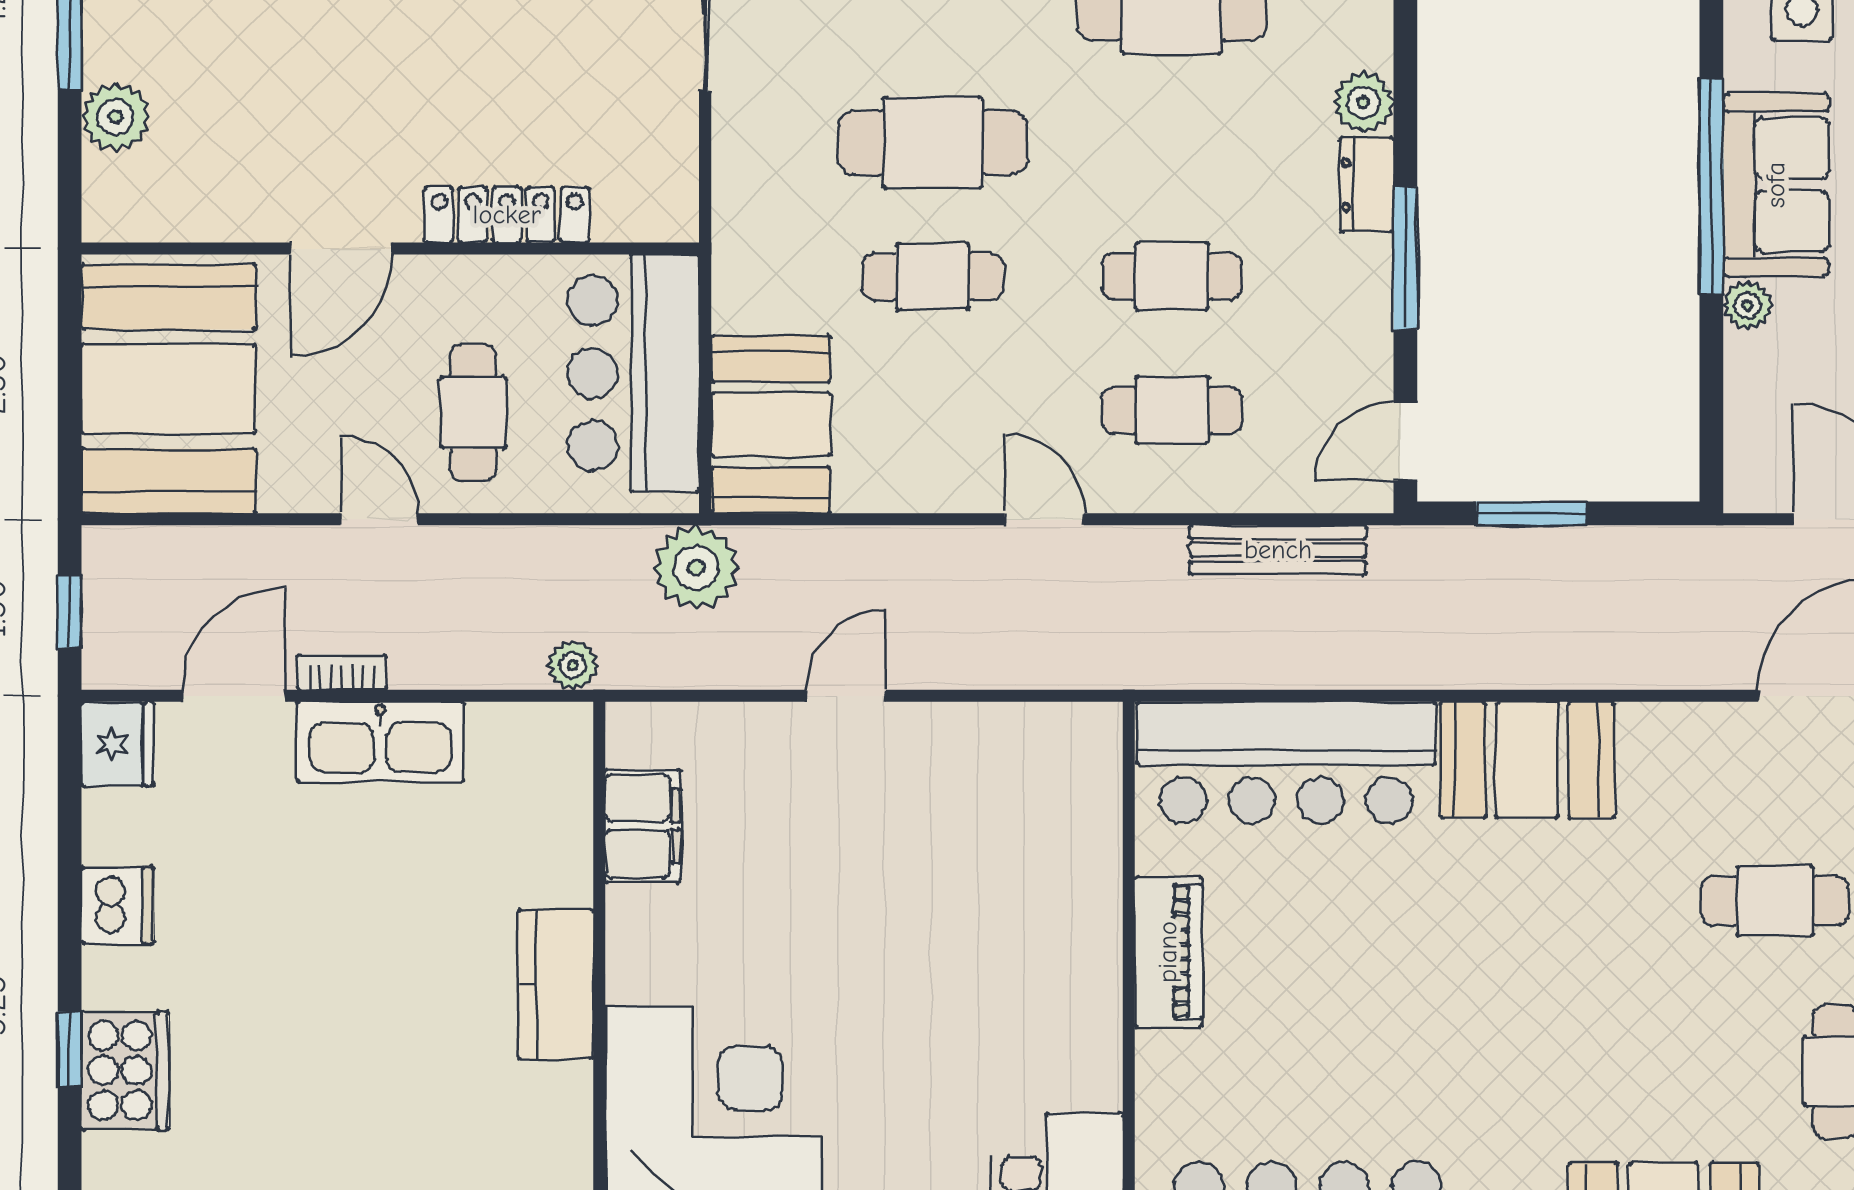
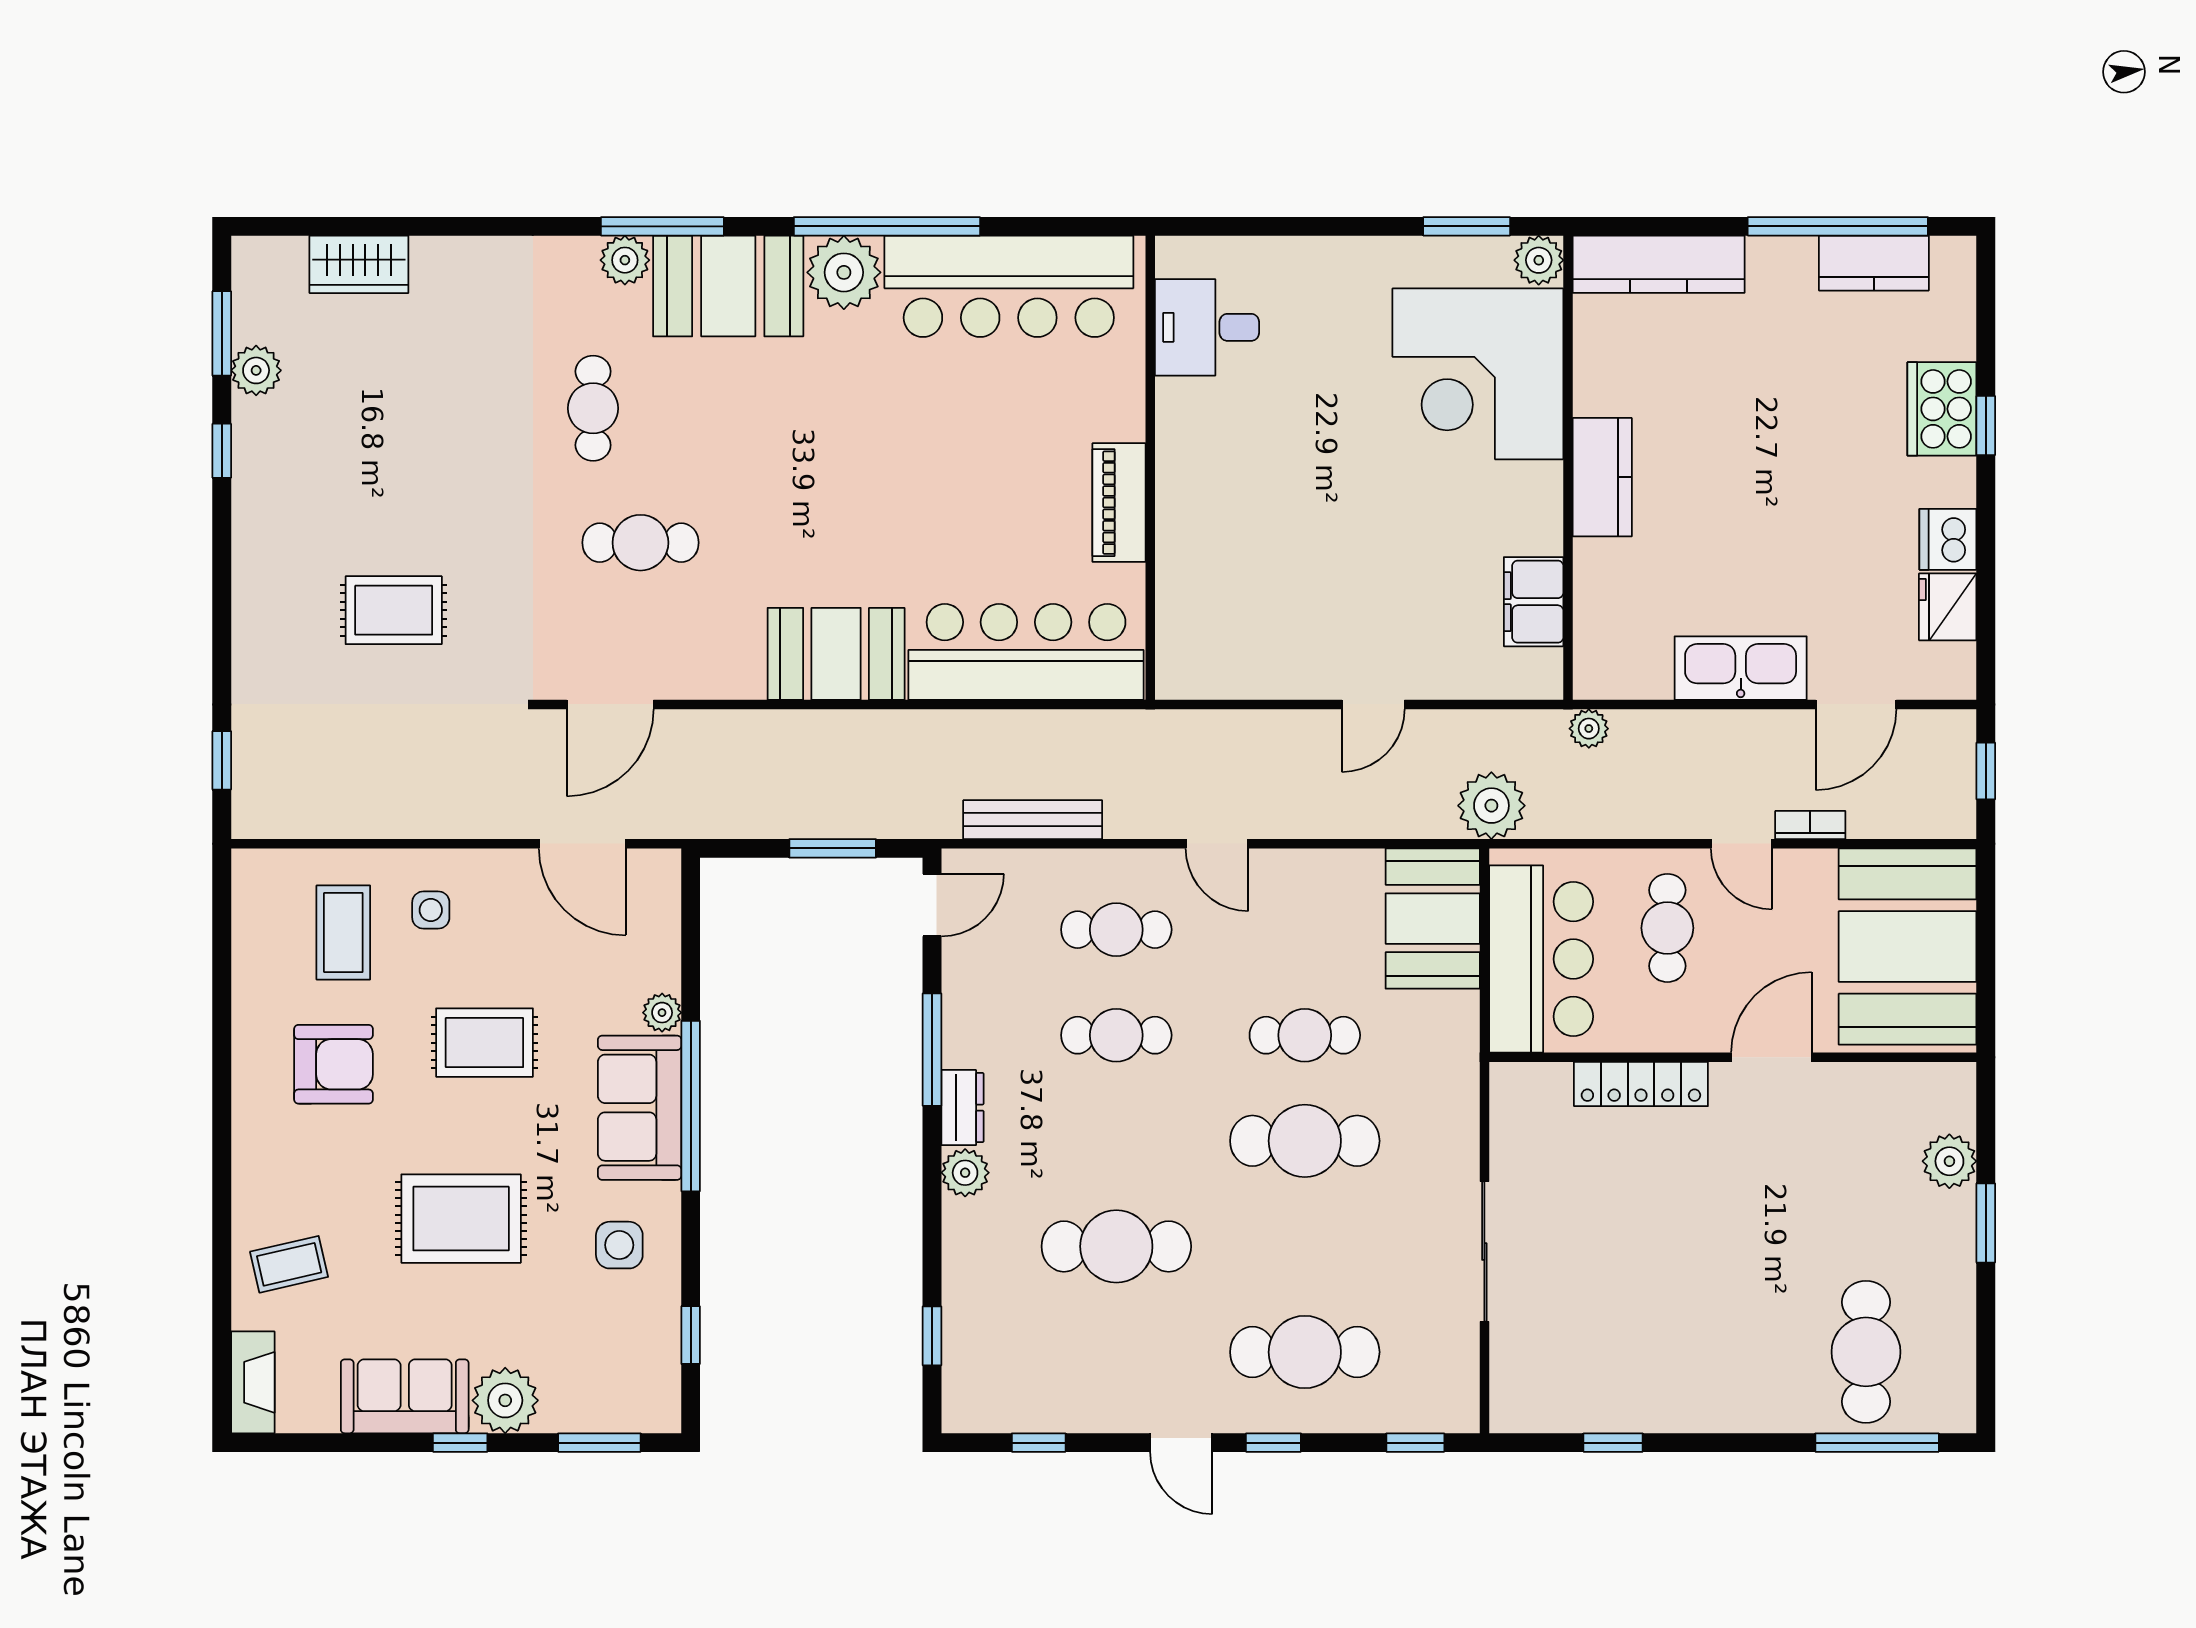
bookcase: (342, 672) -> (1810, 825), moved, turned 180
fridge: (118, 744) -> (1948, 607), moved

